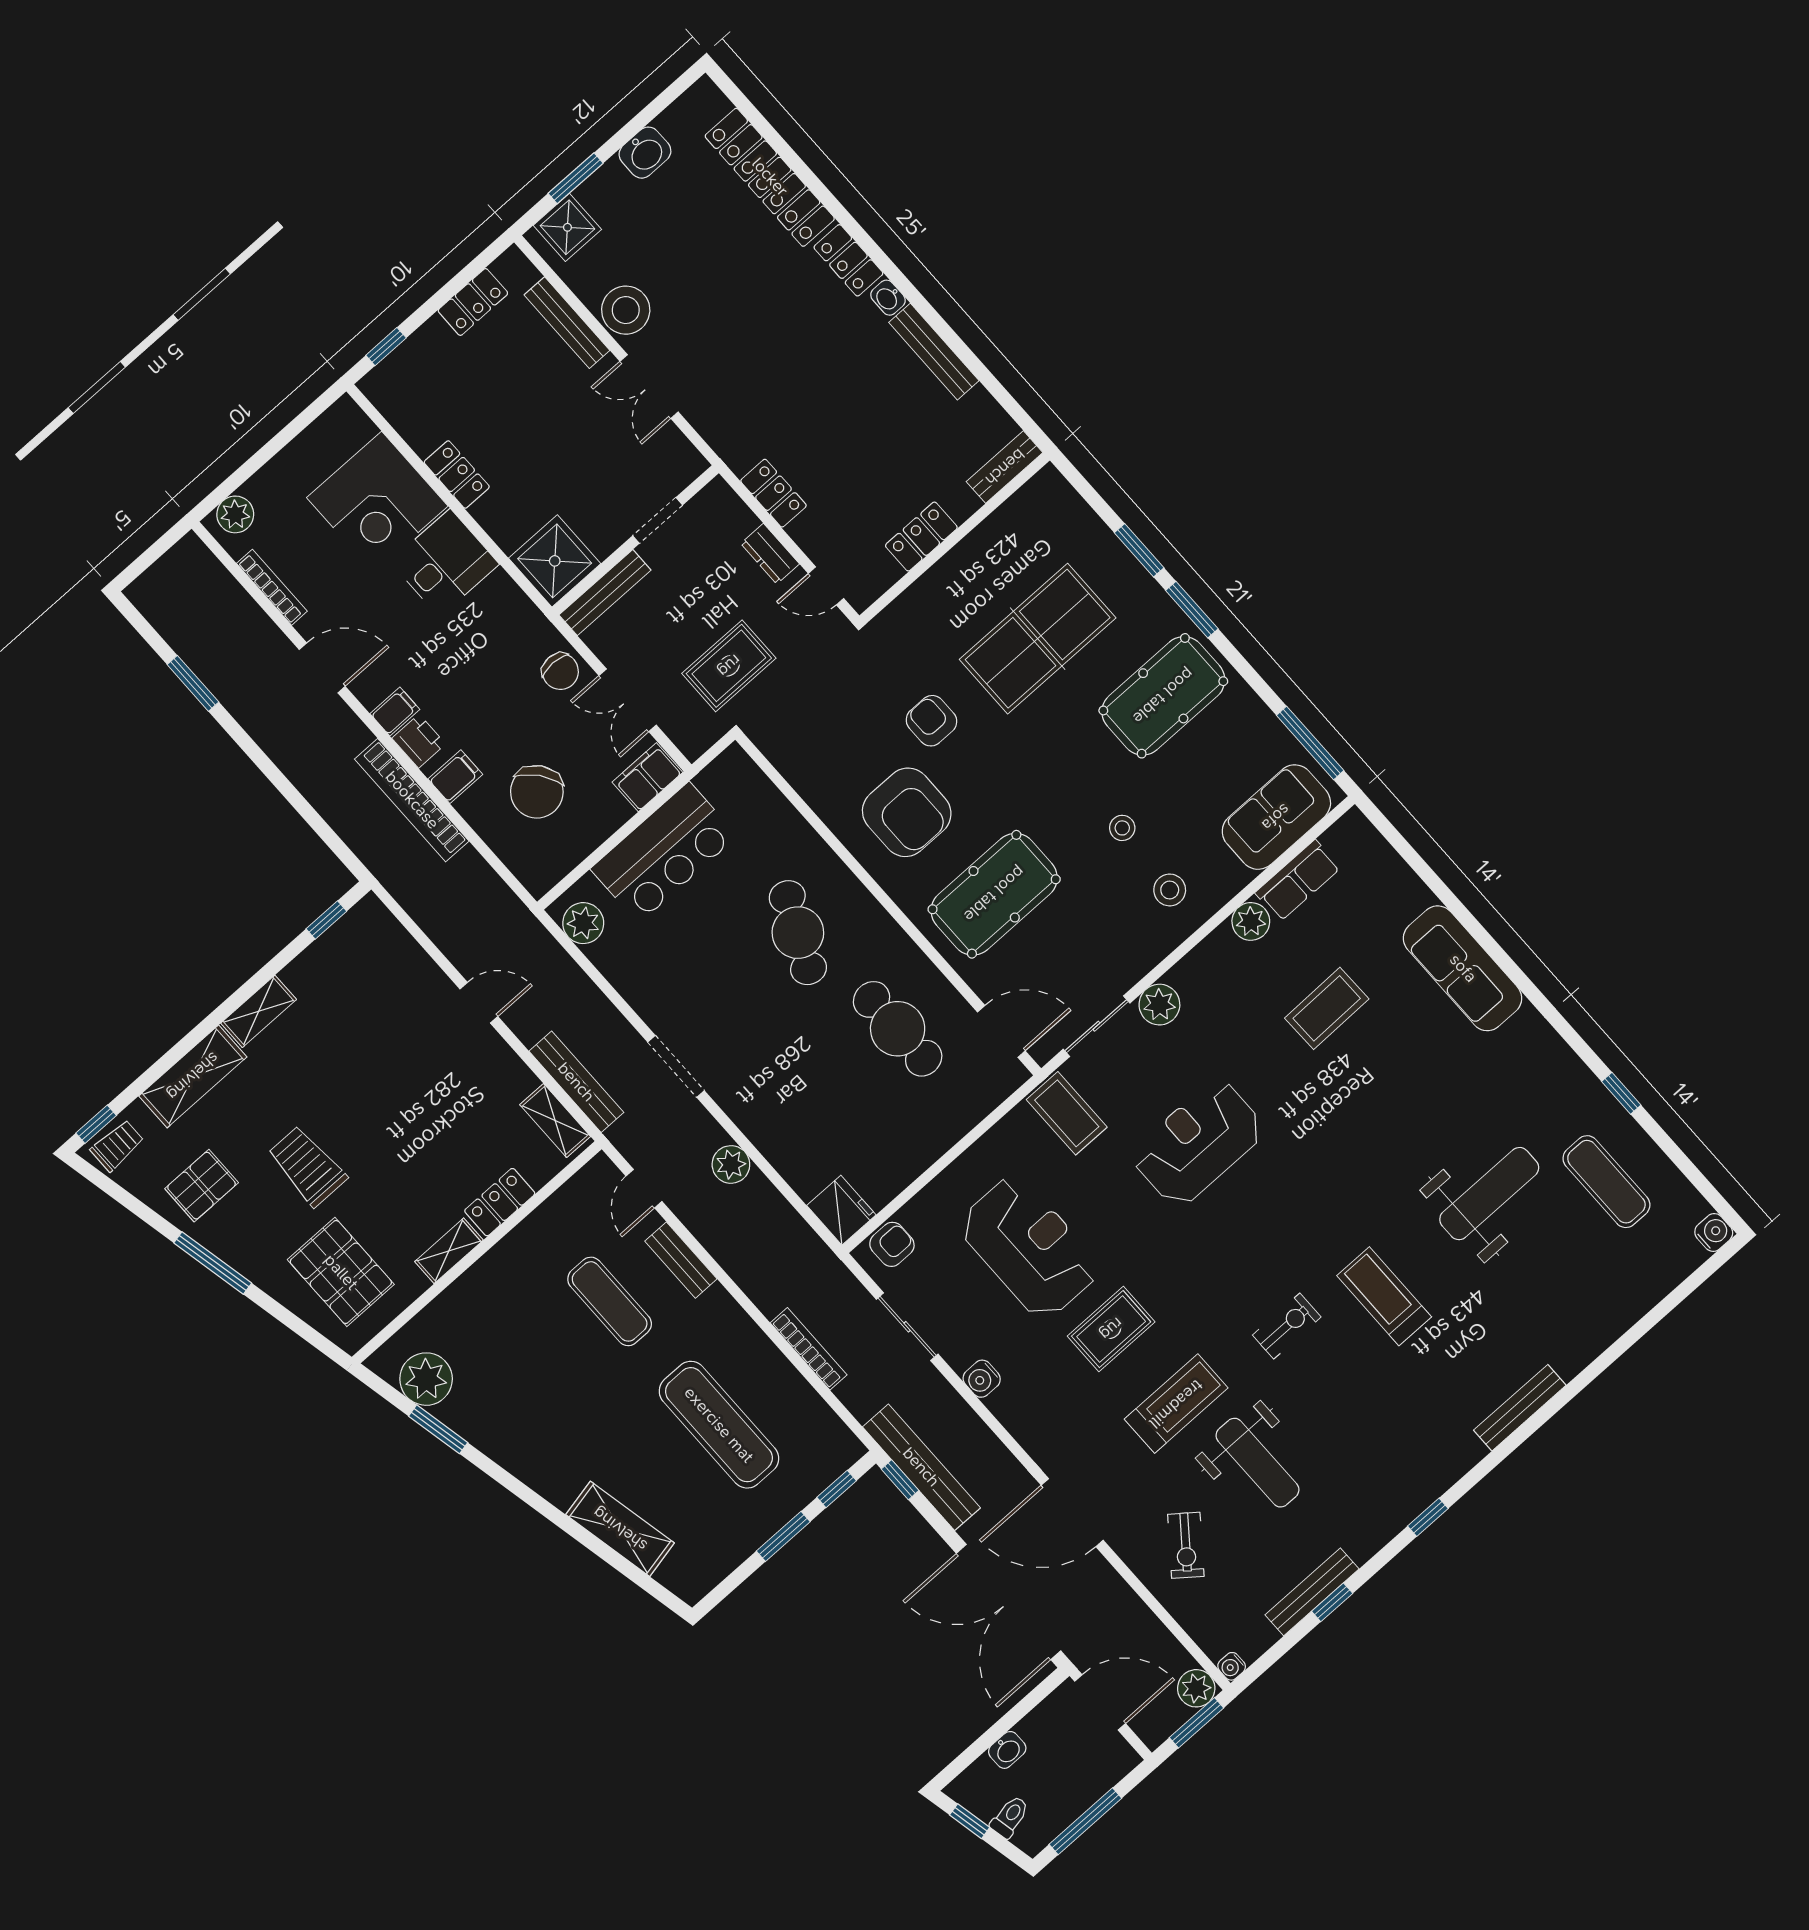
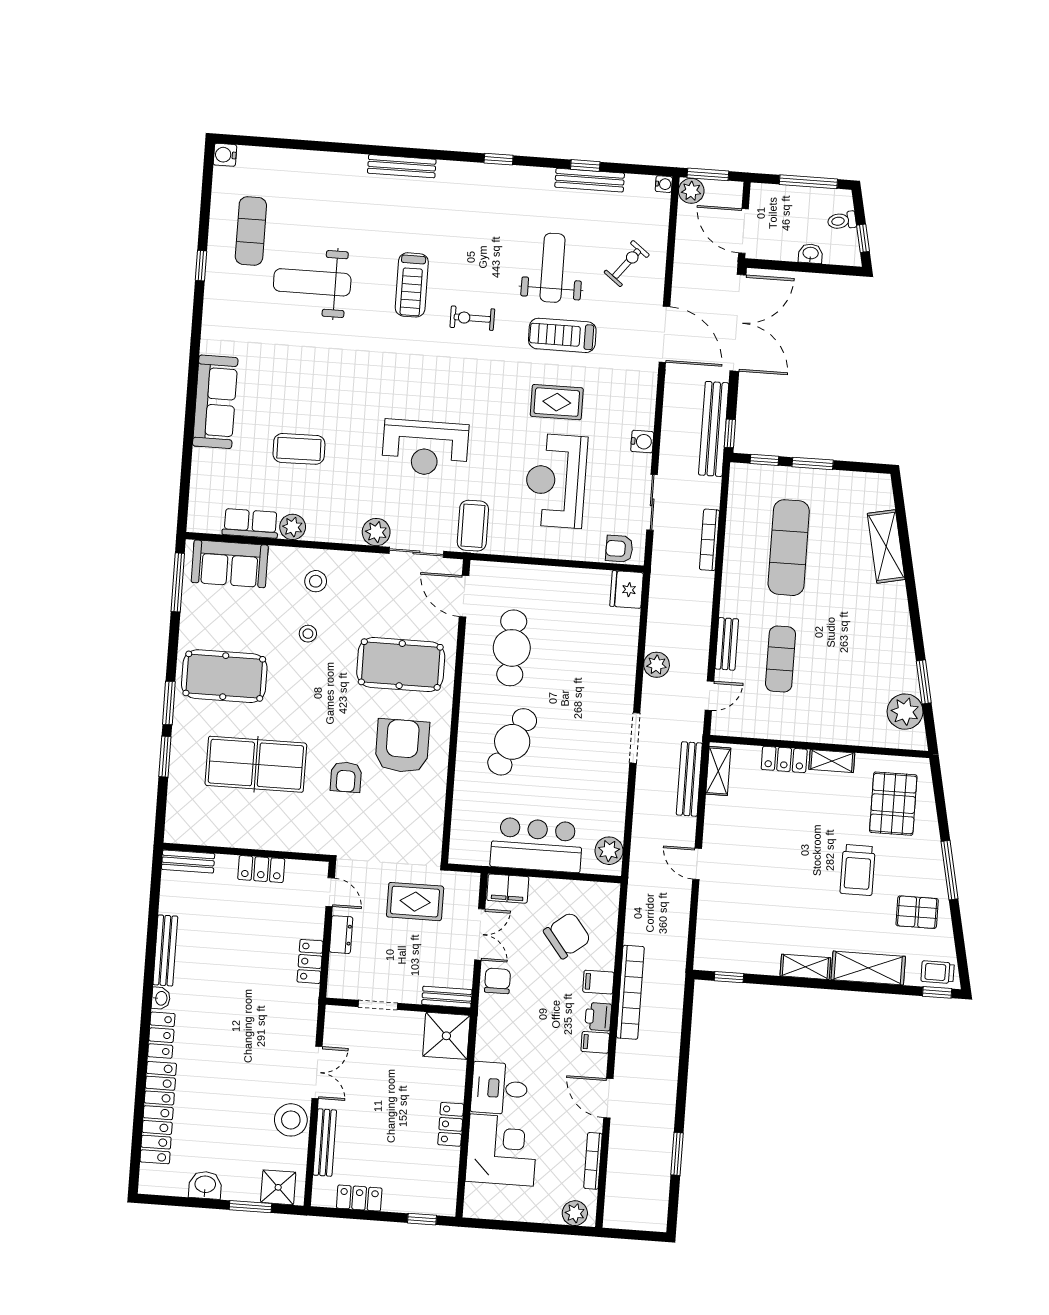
bench: (605, 593) -> (447, 997), width x0.73

